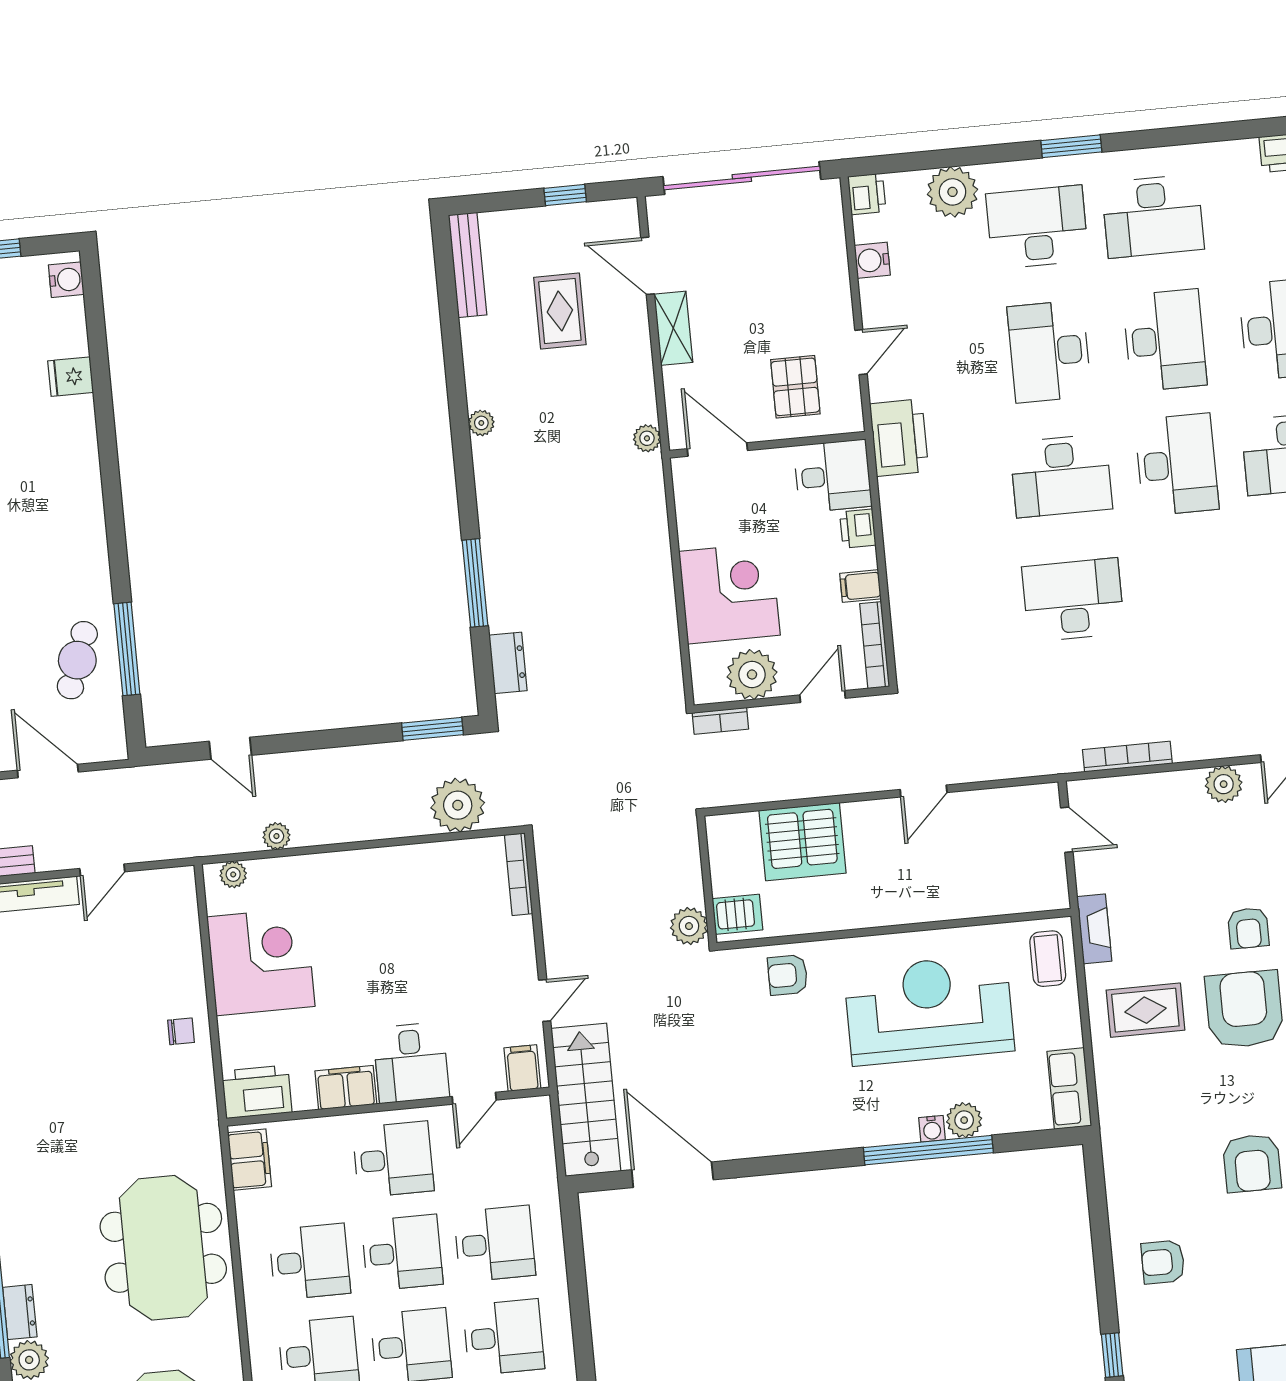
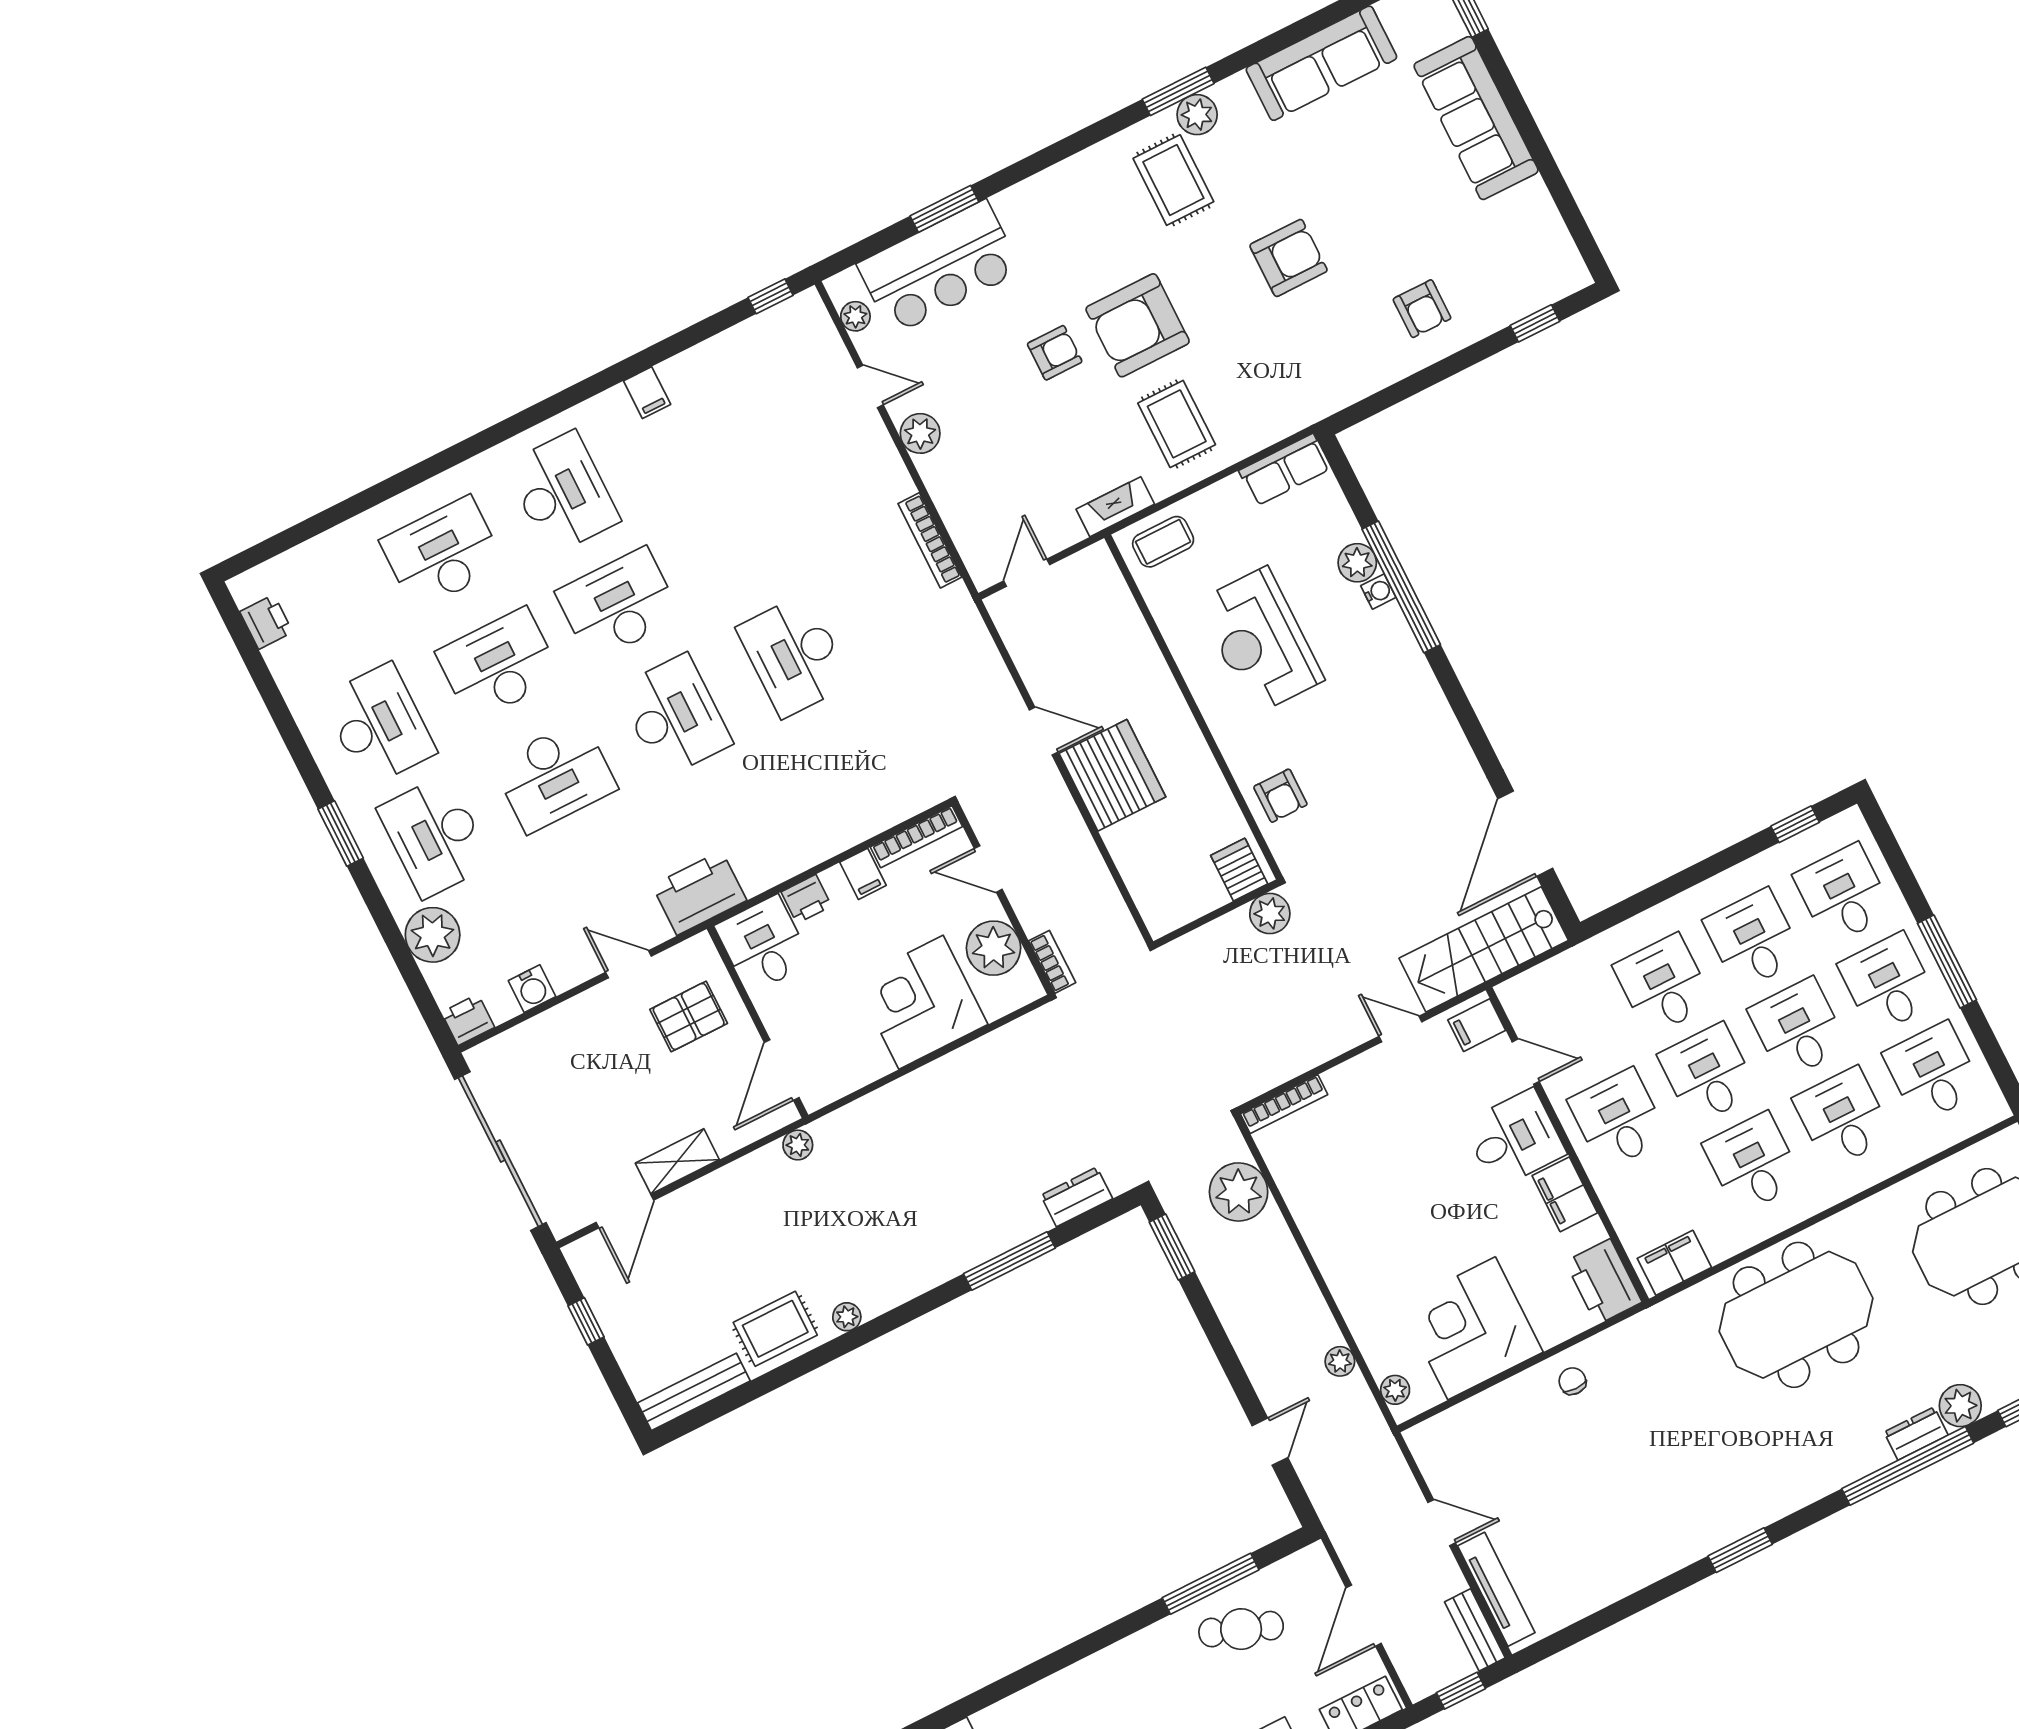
rug: (560, 311) -> (775, 1329), moved
server rack: (803, 842) -> (1112, 775), moved
reception desk: (929, 1010) -> (1260, 641), width x0.74, depth x0.77

